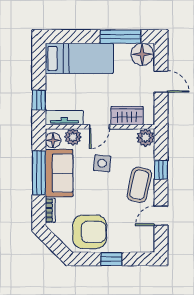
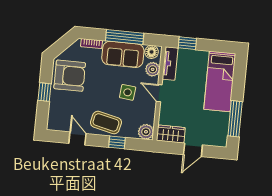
floor lamp: (142, 54) -> (218, 136), removed
wardrobe: (127, 116) -> (171, 134), moved, turned -90
armchair: (90, 232) -> (70, 76), turned -90

